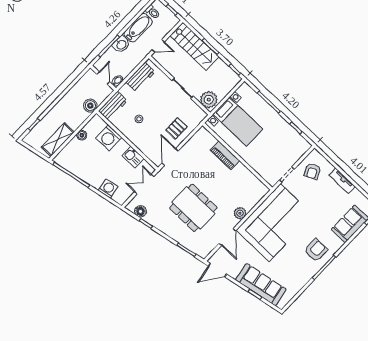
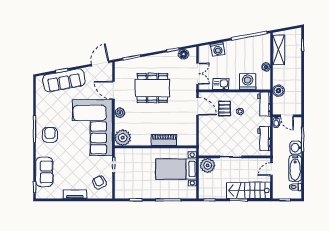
pallet: (176, 128) -> (224, 109), moved
plant: (257, 190) -> (123, 138), added
armchair: (316, 250) -> (50, 135), turned 180

